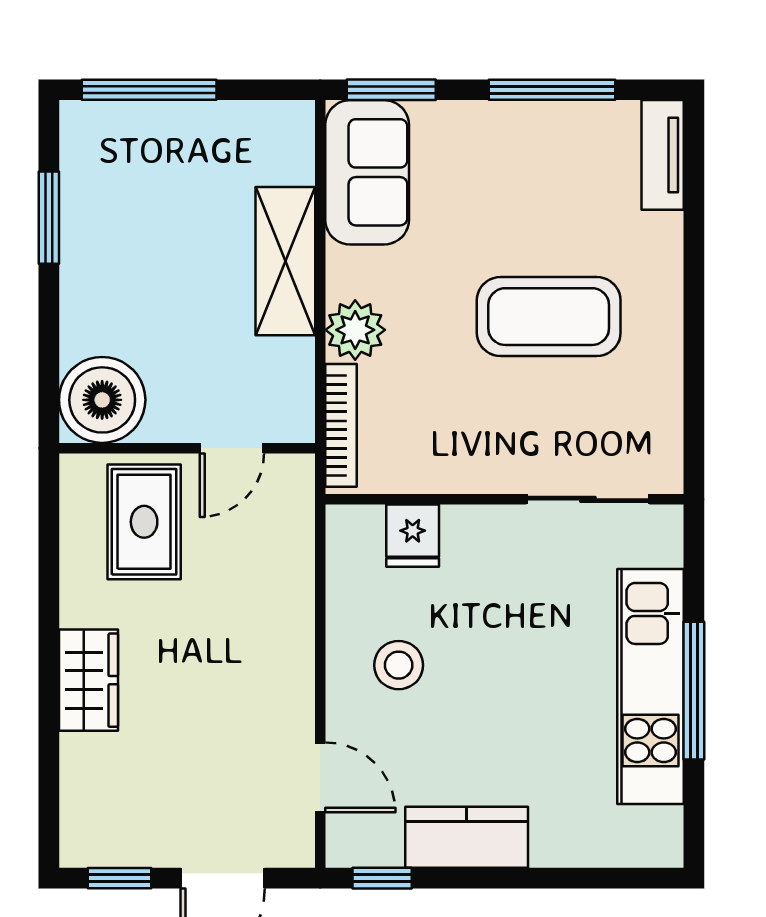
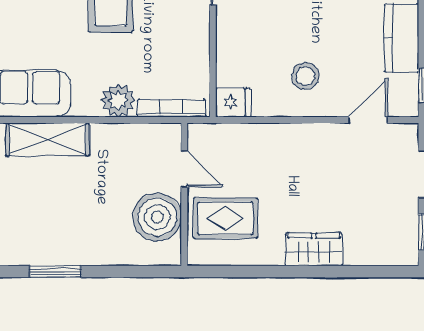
shelving: (285, 261) -> (48, 139), moved
boiler: (102, 400) -> (157, 217), moved
fridge: (413, 536) -> (233, 102), moved

